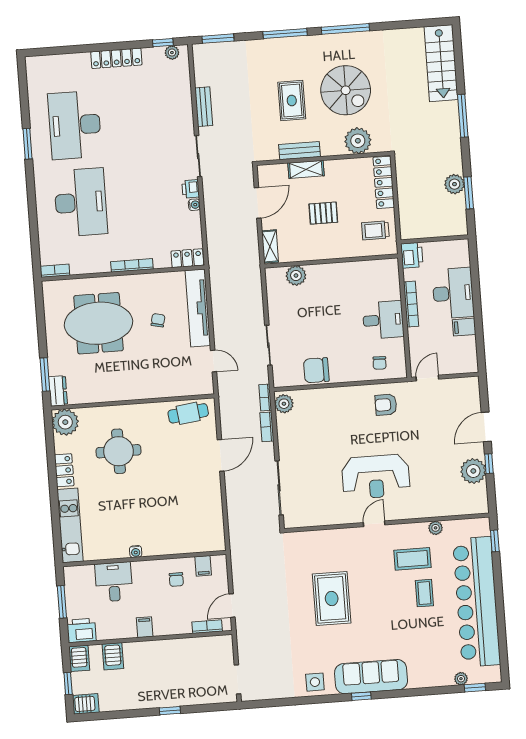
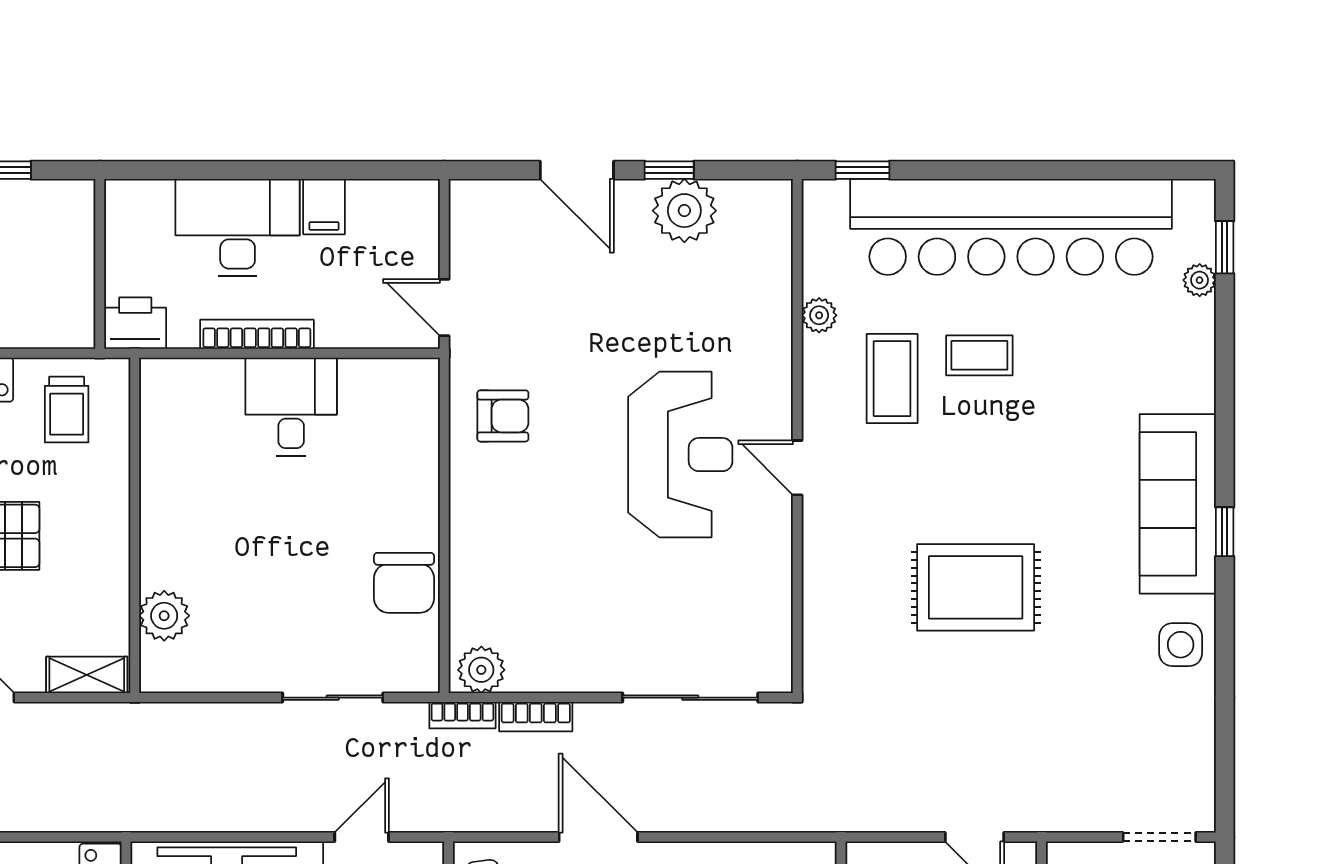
chair: (380, 363) -> (398, 424), removed
armchair: (386, 405) -> (503, 416), turned -90

